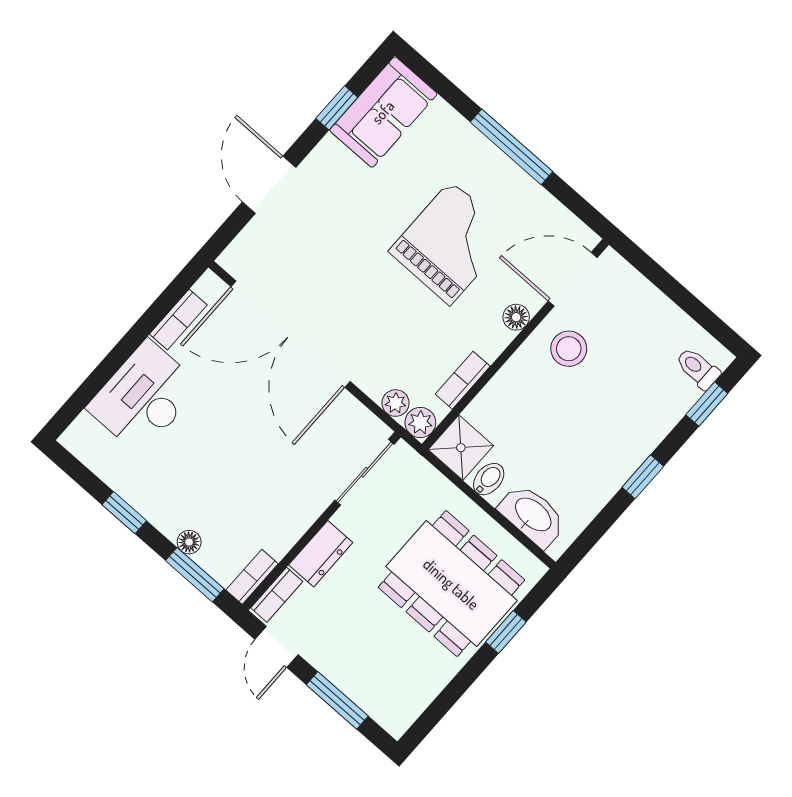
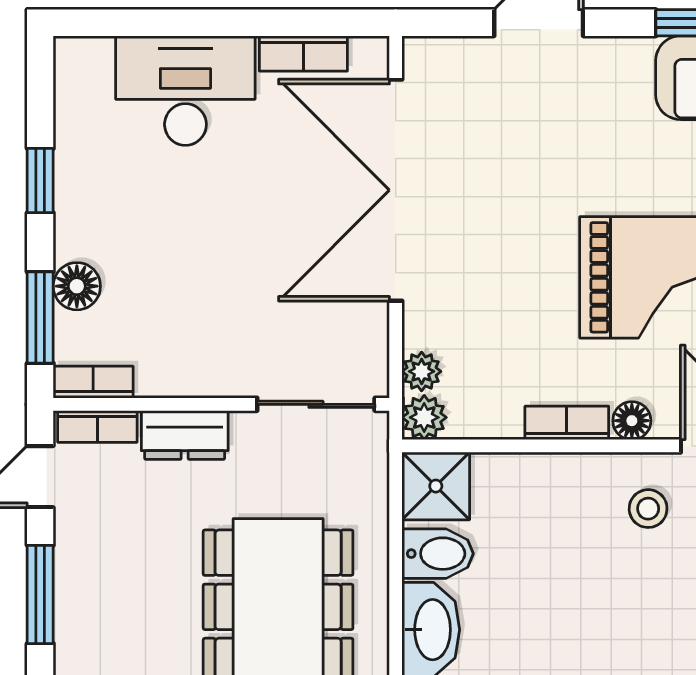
stool: (569, 349) -> (648, 509), width x0.73, depth x0.73
bookcase: (463, 380) -> (567, 423), moved
bidet: (489, 479) -> (438, 554), width x1.38, depth x1.36
floor lamp: (189, 542) -> (77, 286), width x1.37, depth x1.37

